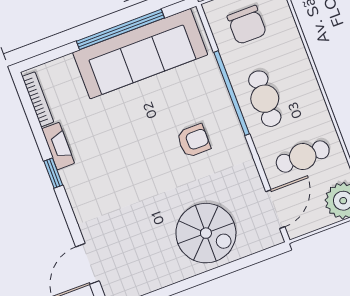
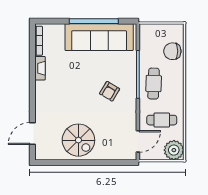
chair: (247, 25) -> (172, 51), moved, turned 90
armchair: (194, 141) -> (110, 91), turned 121
window: (53, 173) -> (32, 81), removed
spiral stairs: (206, 233) -> (78, 140), moved

